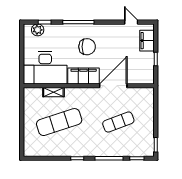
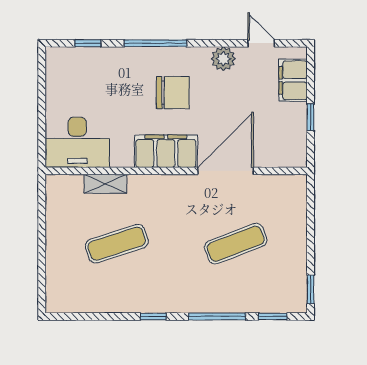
plant: (38, 30) -> (223, 59), moved
desk: (45, 68) -> (77, 142), width x0.73, depth x0.77
exercise mat: (59, 122) -> (117, 244), width x0.73, depth x0.69

